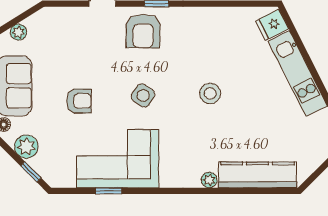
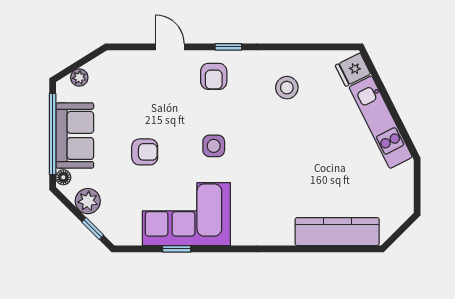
armchair: (143, 31) -> (214, 76), width x0.72, depth x0.72
stool: (210, 93) -> (287, 88), moved
side table: (143, 95) -> (214, 146), turned -34
plant: (209, 180) -> (285, 237), removed

